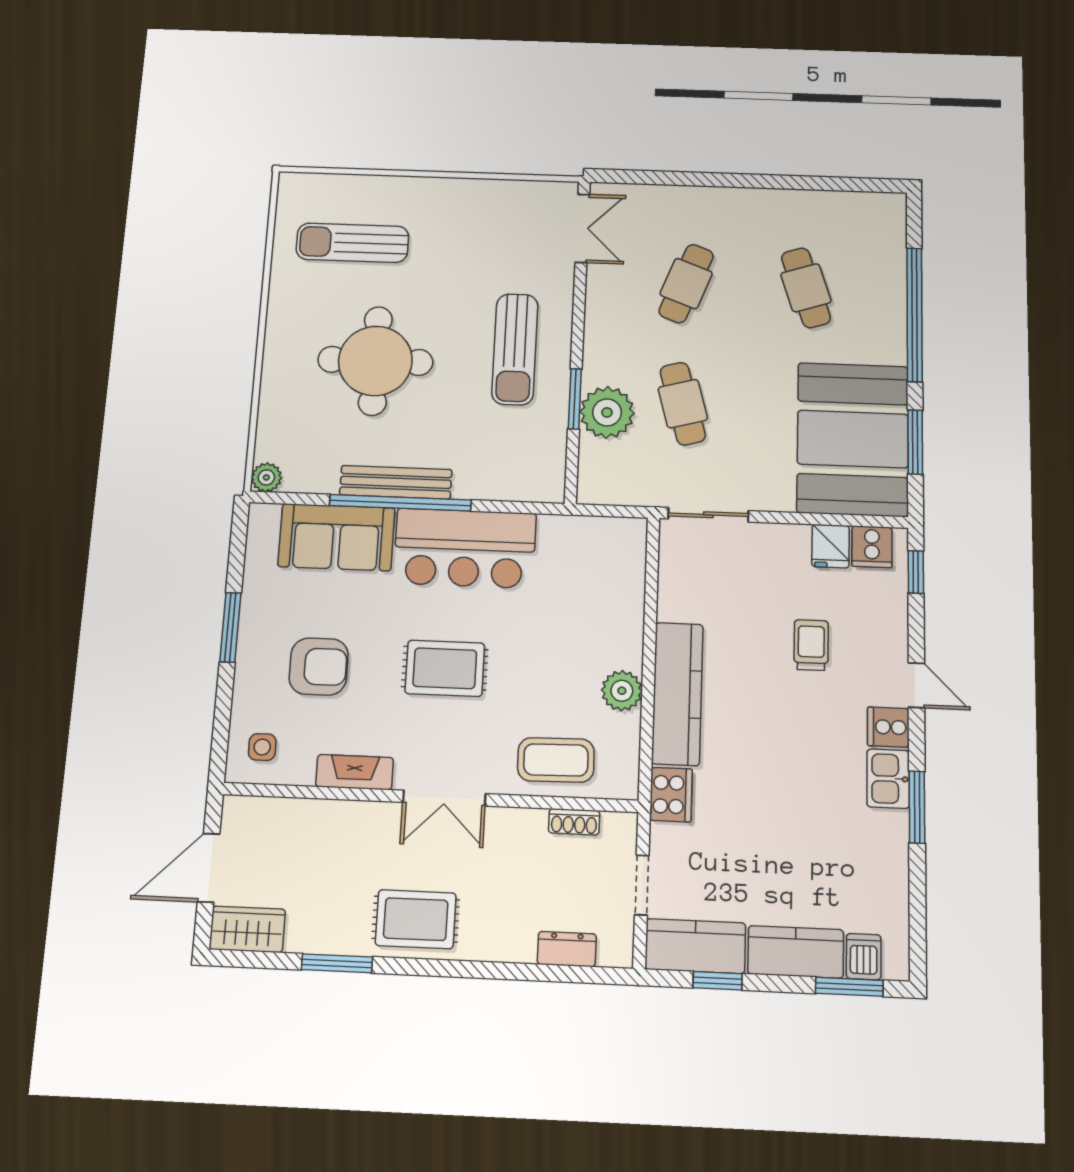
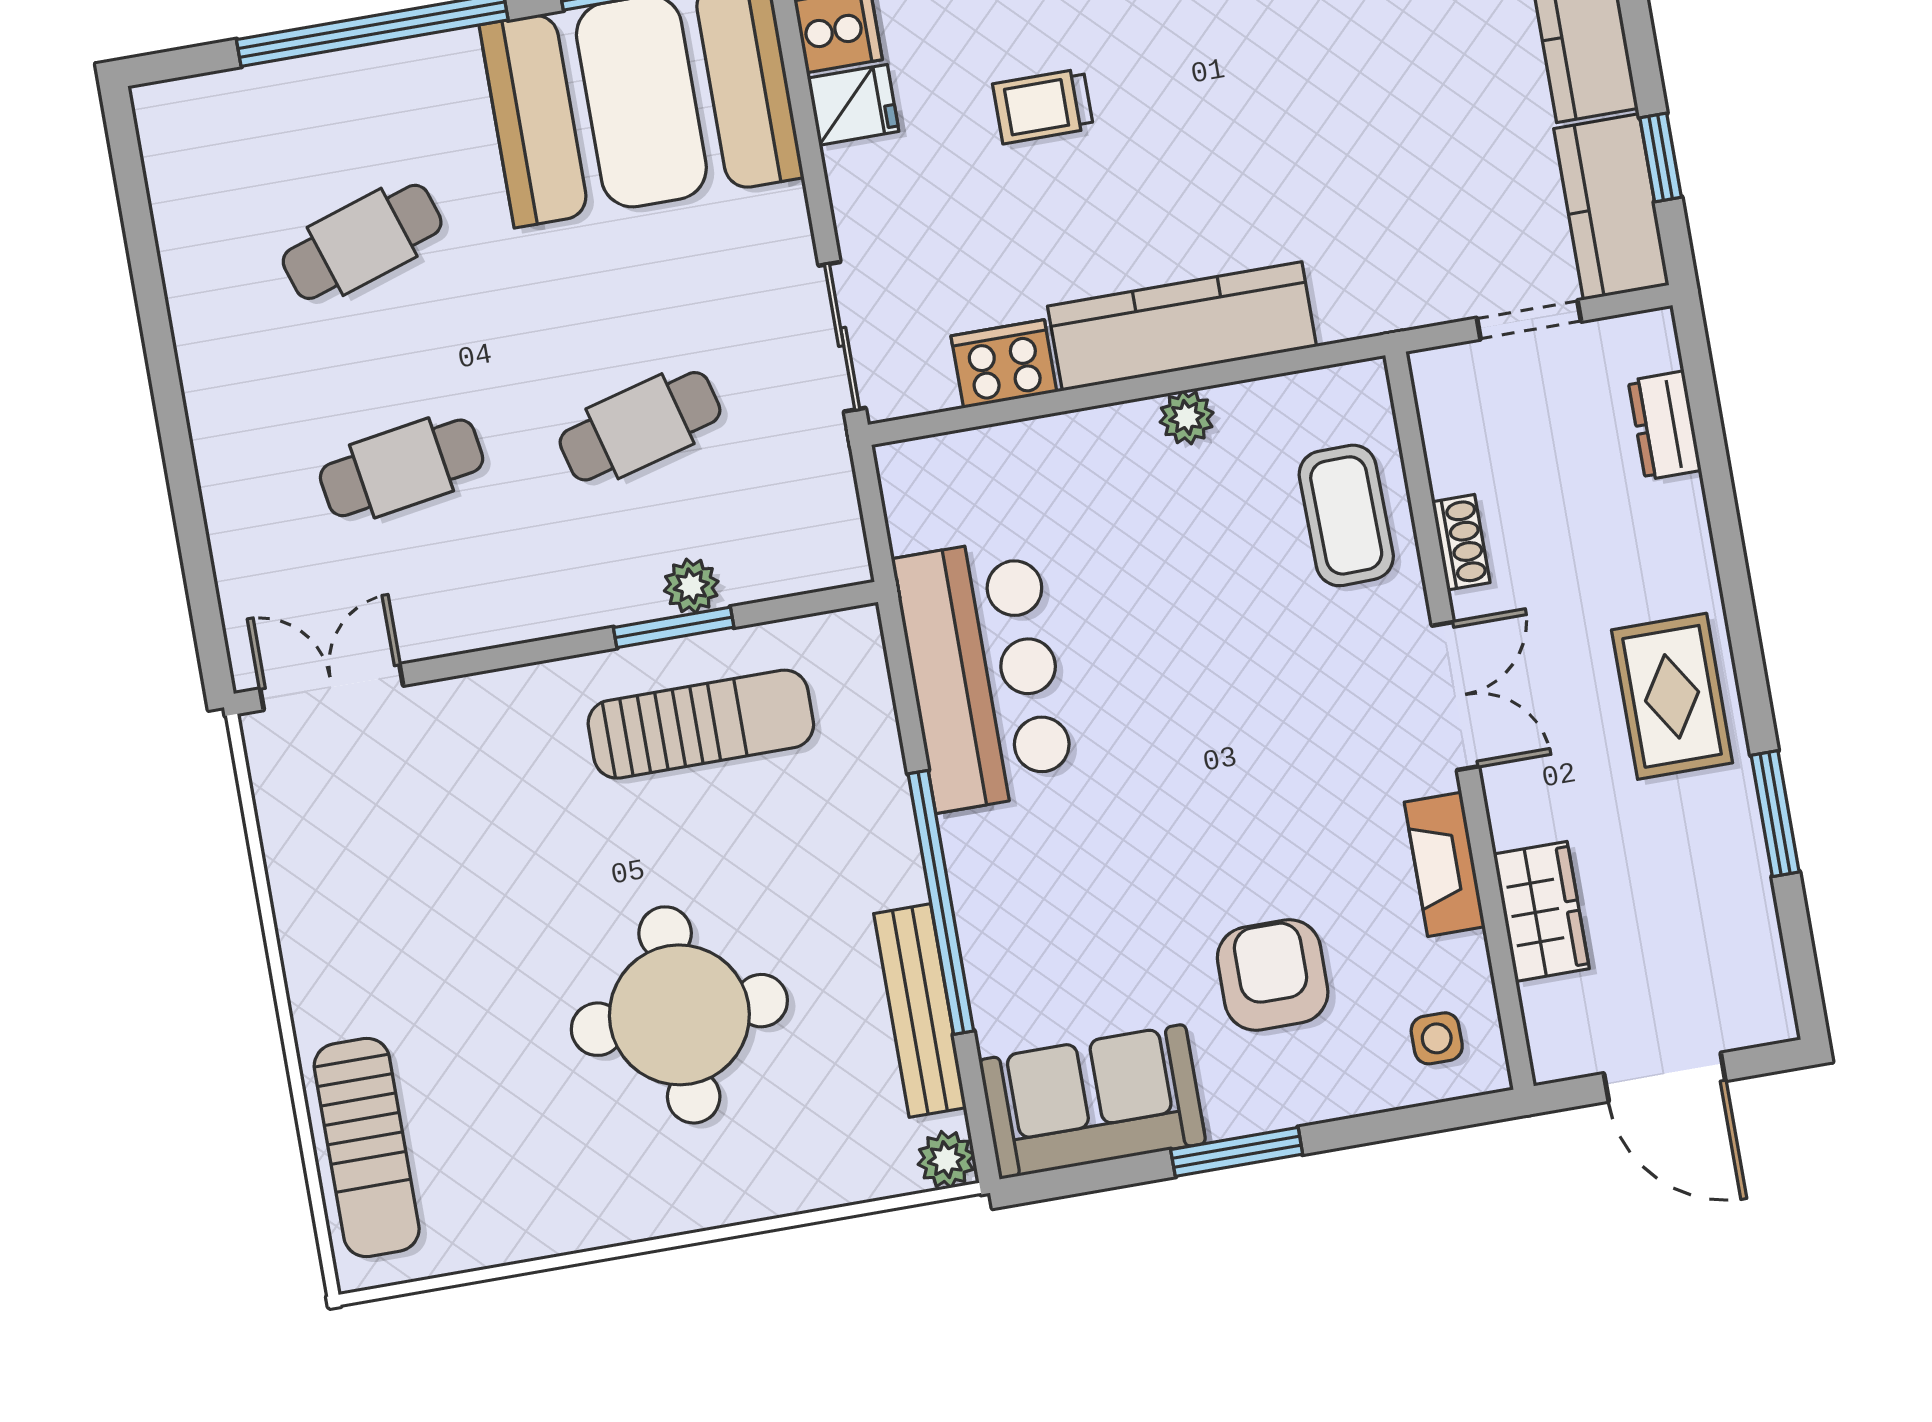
sun lounger: (352, 243) -> (367, 1147), moved
cafe table: (686, 284) -> (402, 468), turned -30
sun lounger: (515, 349) -> (701, 724), moved
plant: (607, 412) -> (691, 586), width x0.53, depth x0.53
bench: (396, 482) -> (920, 1011), moved
sofa: (336, 537) -> (1092, 1102), moved, turned -90
bar counter: (465, 548) -> (984, 674), moved
rug: (445, 668) -> (1227, 749), removed
plant: (622, 691) -> (1187, 417), width x0.73, depth x0.73
cooker: (671, 795) -> (1004, 364), moved
shoe rack: (574, 822) -> (1461, 542), moved
wardrobe: (247, 929) -> (1541, 911), moved, turned 180

